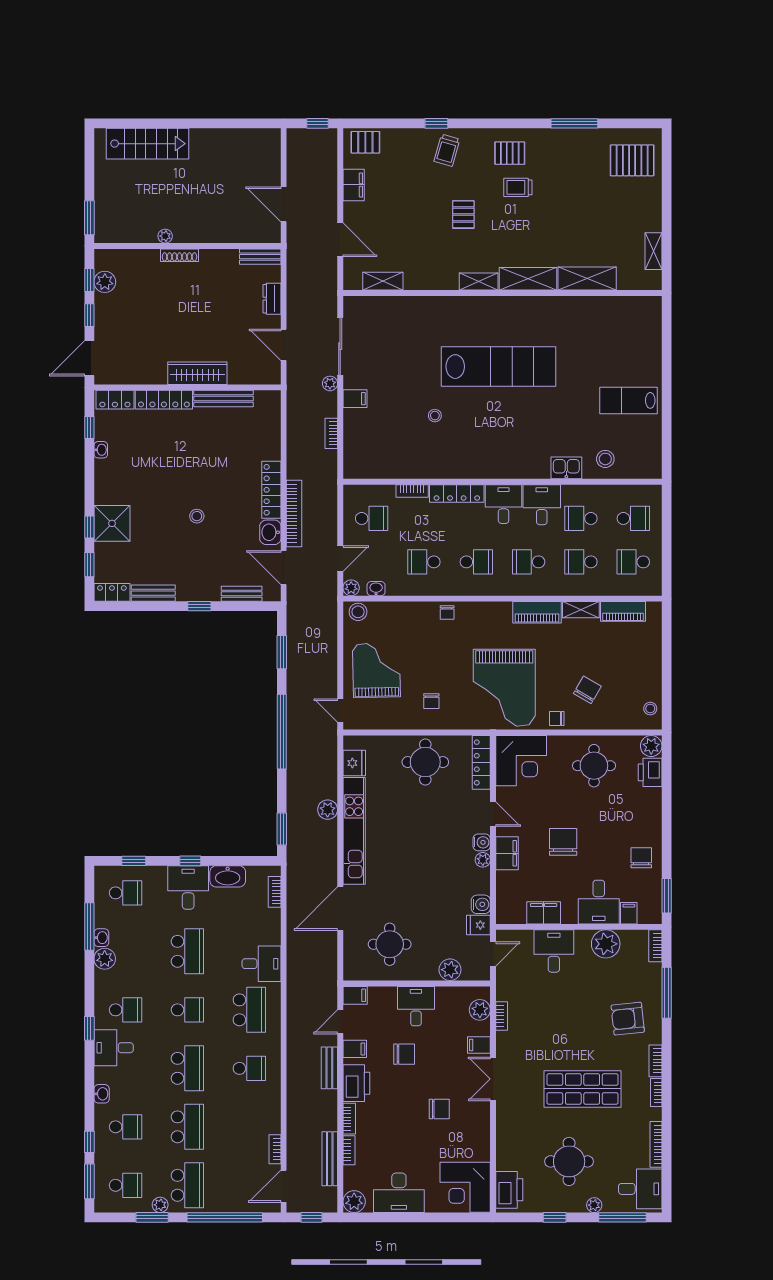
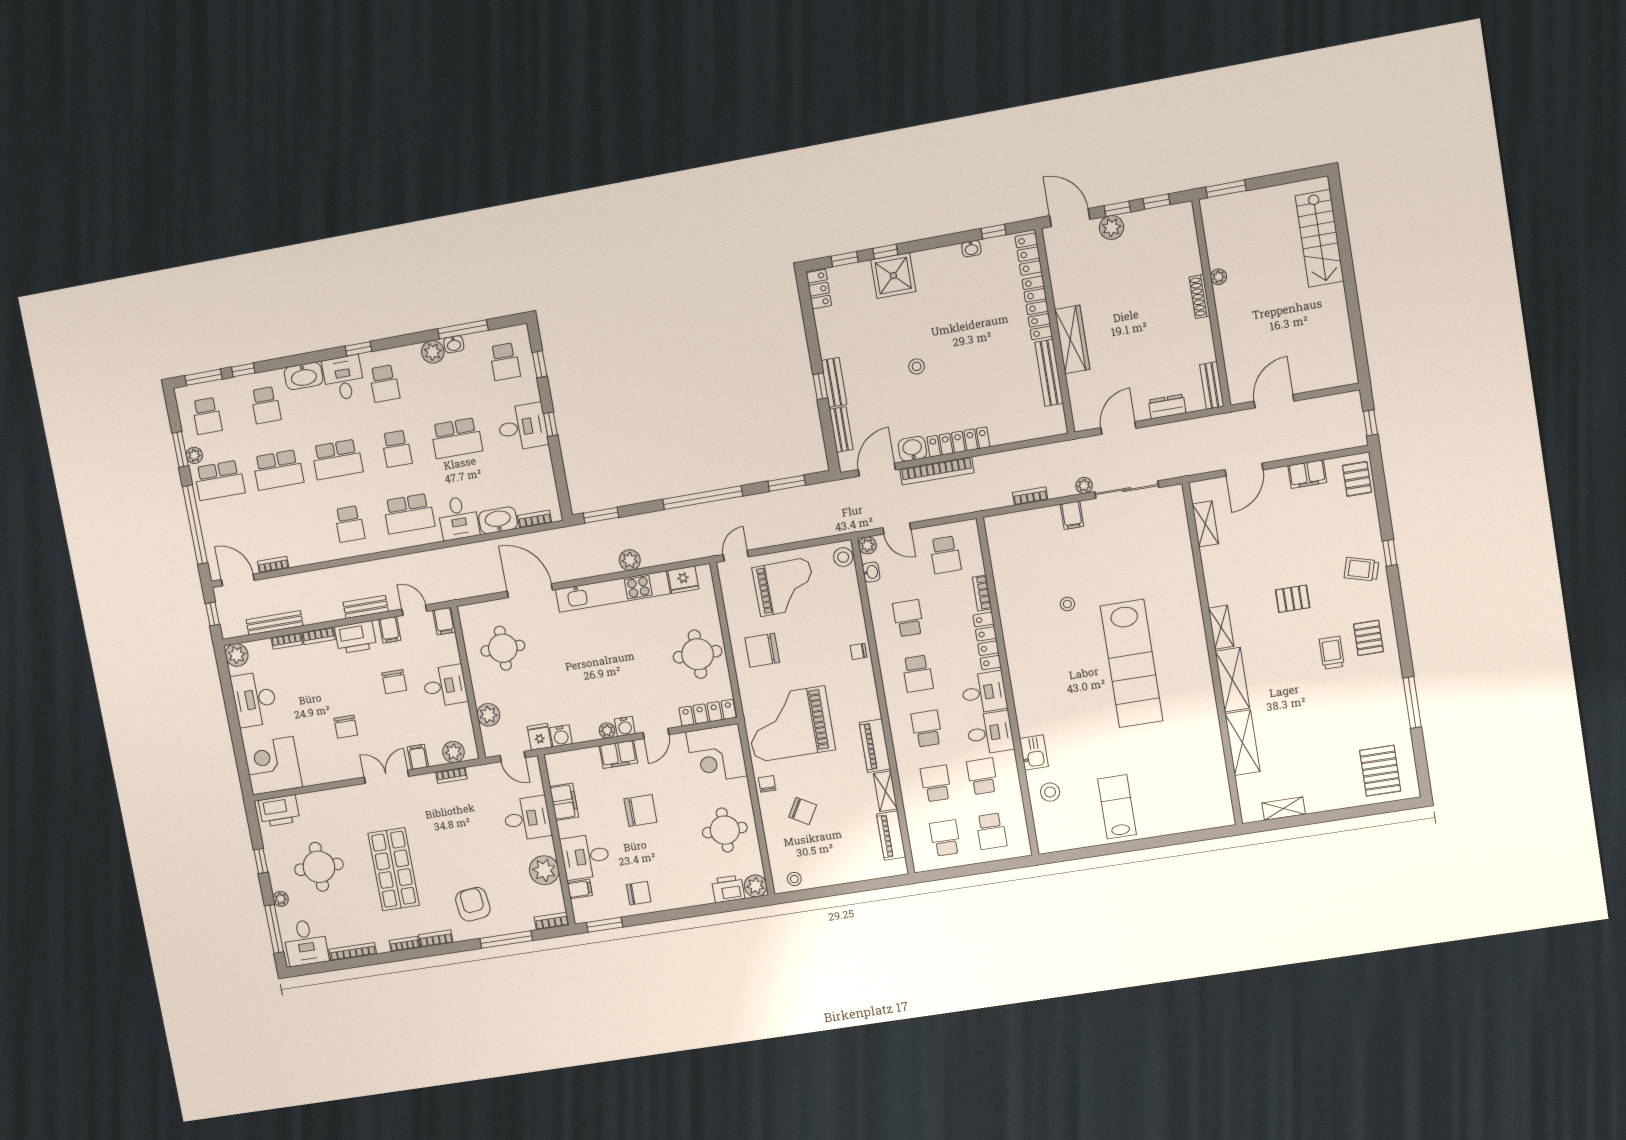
plant: (105, 282) -> (1111, 227), moved
bench: (153, 593) -> (834, 382), moved
chair: (431, 701) -> (762, 650), width x1.87, depth x1.87
washbasin: (228, 876) -> (498, 520), moved, turned 90
washbasin: (102, 1094) -> (304, 376), width x1.91, depth x1.45

